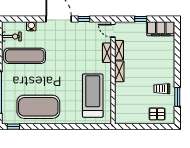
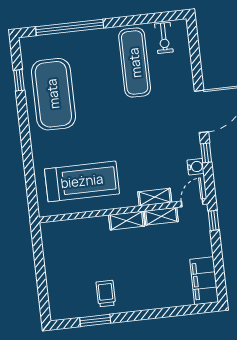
window: (141, 19) -> (214, 220), moved
water cooler: (31, 26) -> (196, 167), moved
pallet: (157, 114) -> (64, 290), removed
window: (13, 127) -> (19, 80), moved

